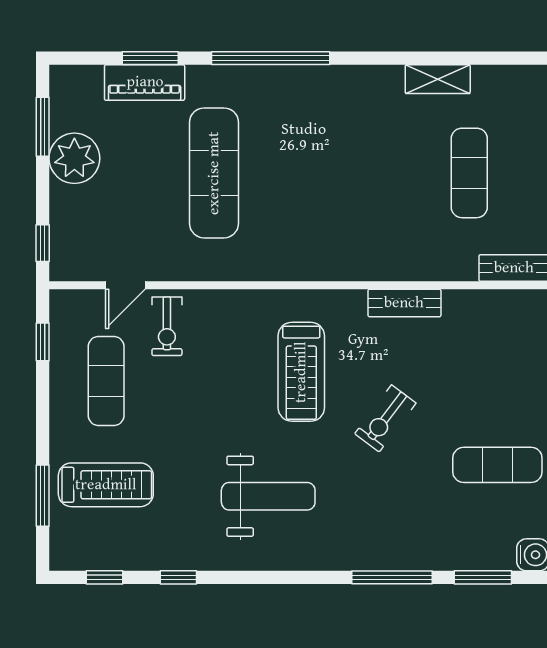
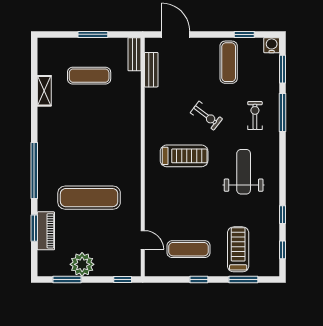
bench: (404, 303) -> (151, 70), moved
exercise bike: (167, 326) -> (255, 115), moved, turned -90
window: (43, 342) -> (199, 280), moved

